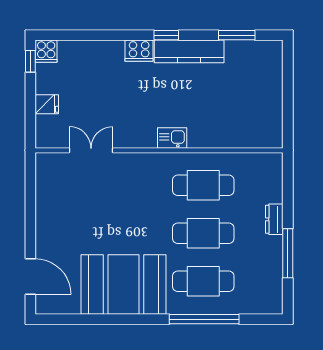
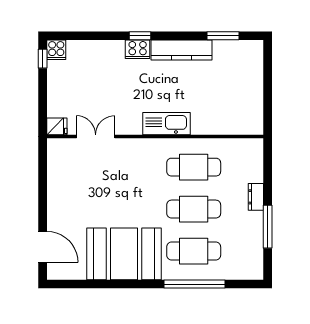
window: (166, 35) -> (140, 36), moved
fridge: (47, 104) -> (57, 126), moved
kitchen sink: (172, 138) -> (166, 124), width x1.87, depth x1.24

